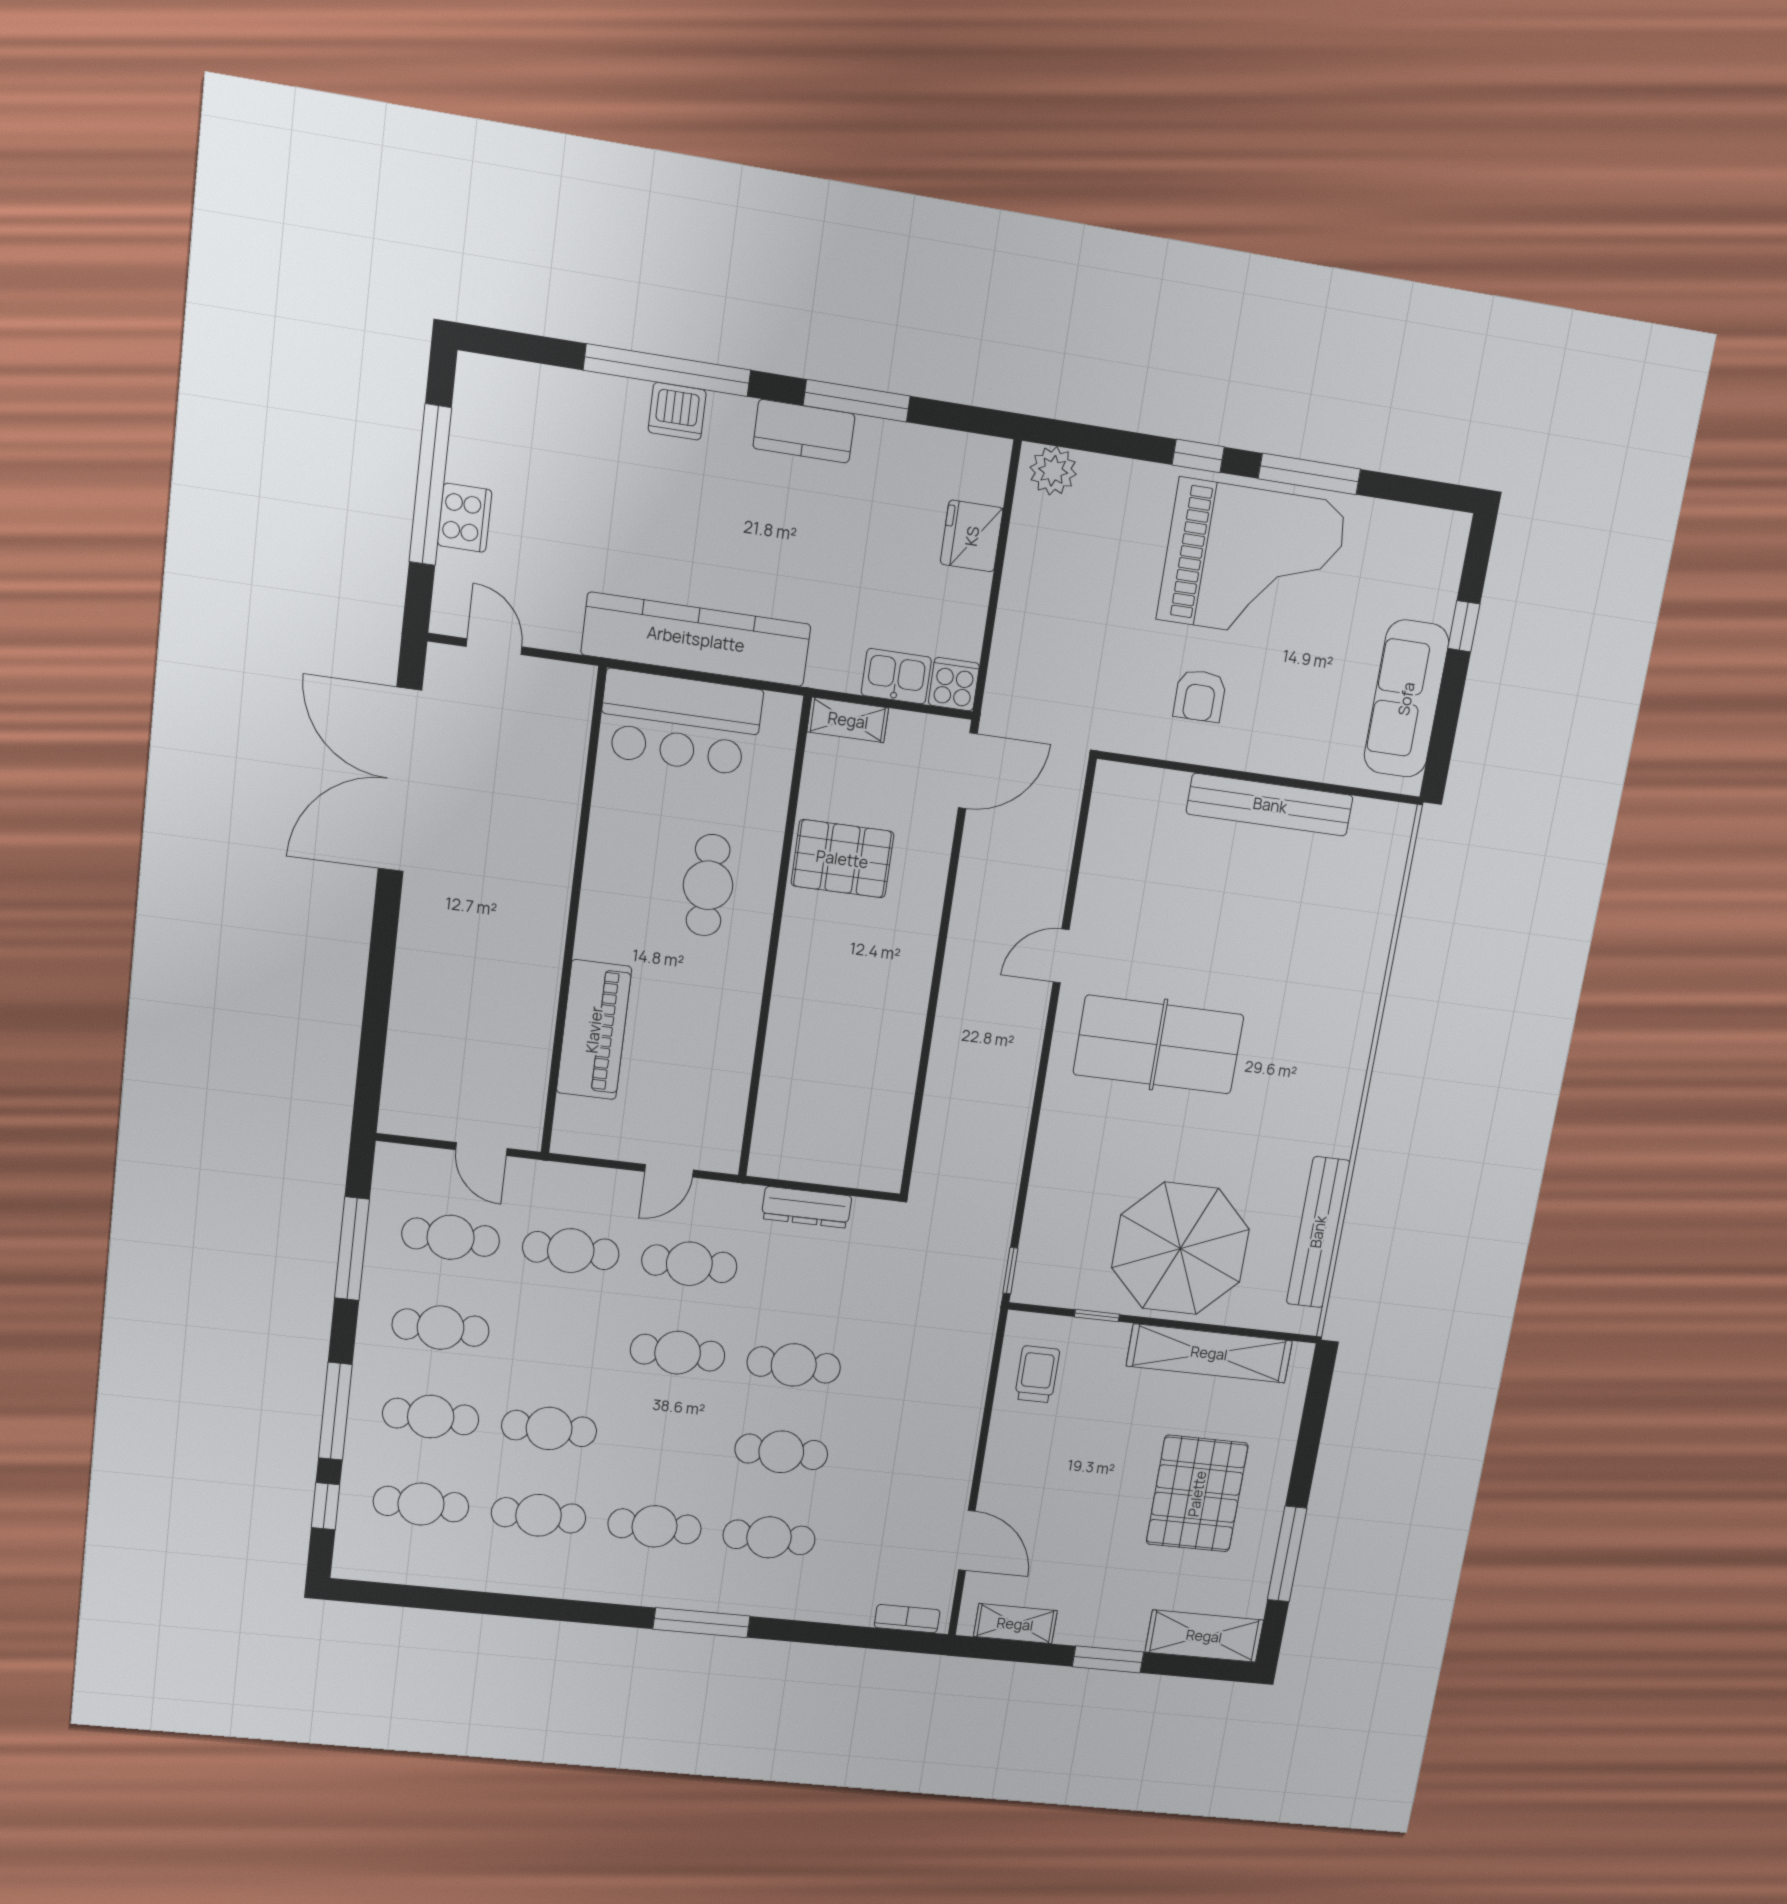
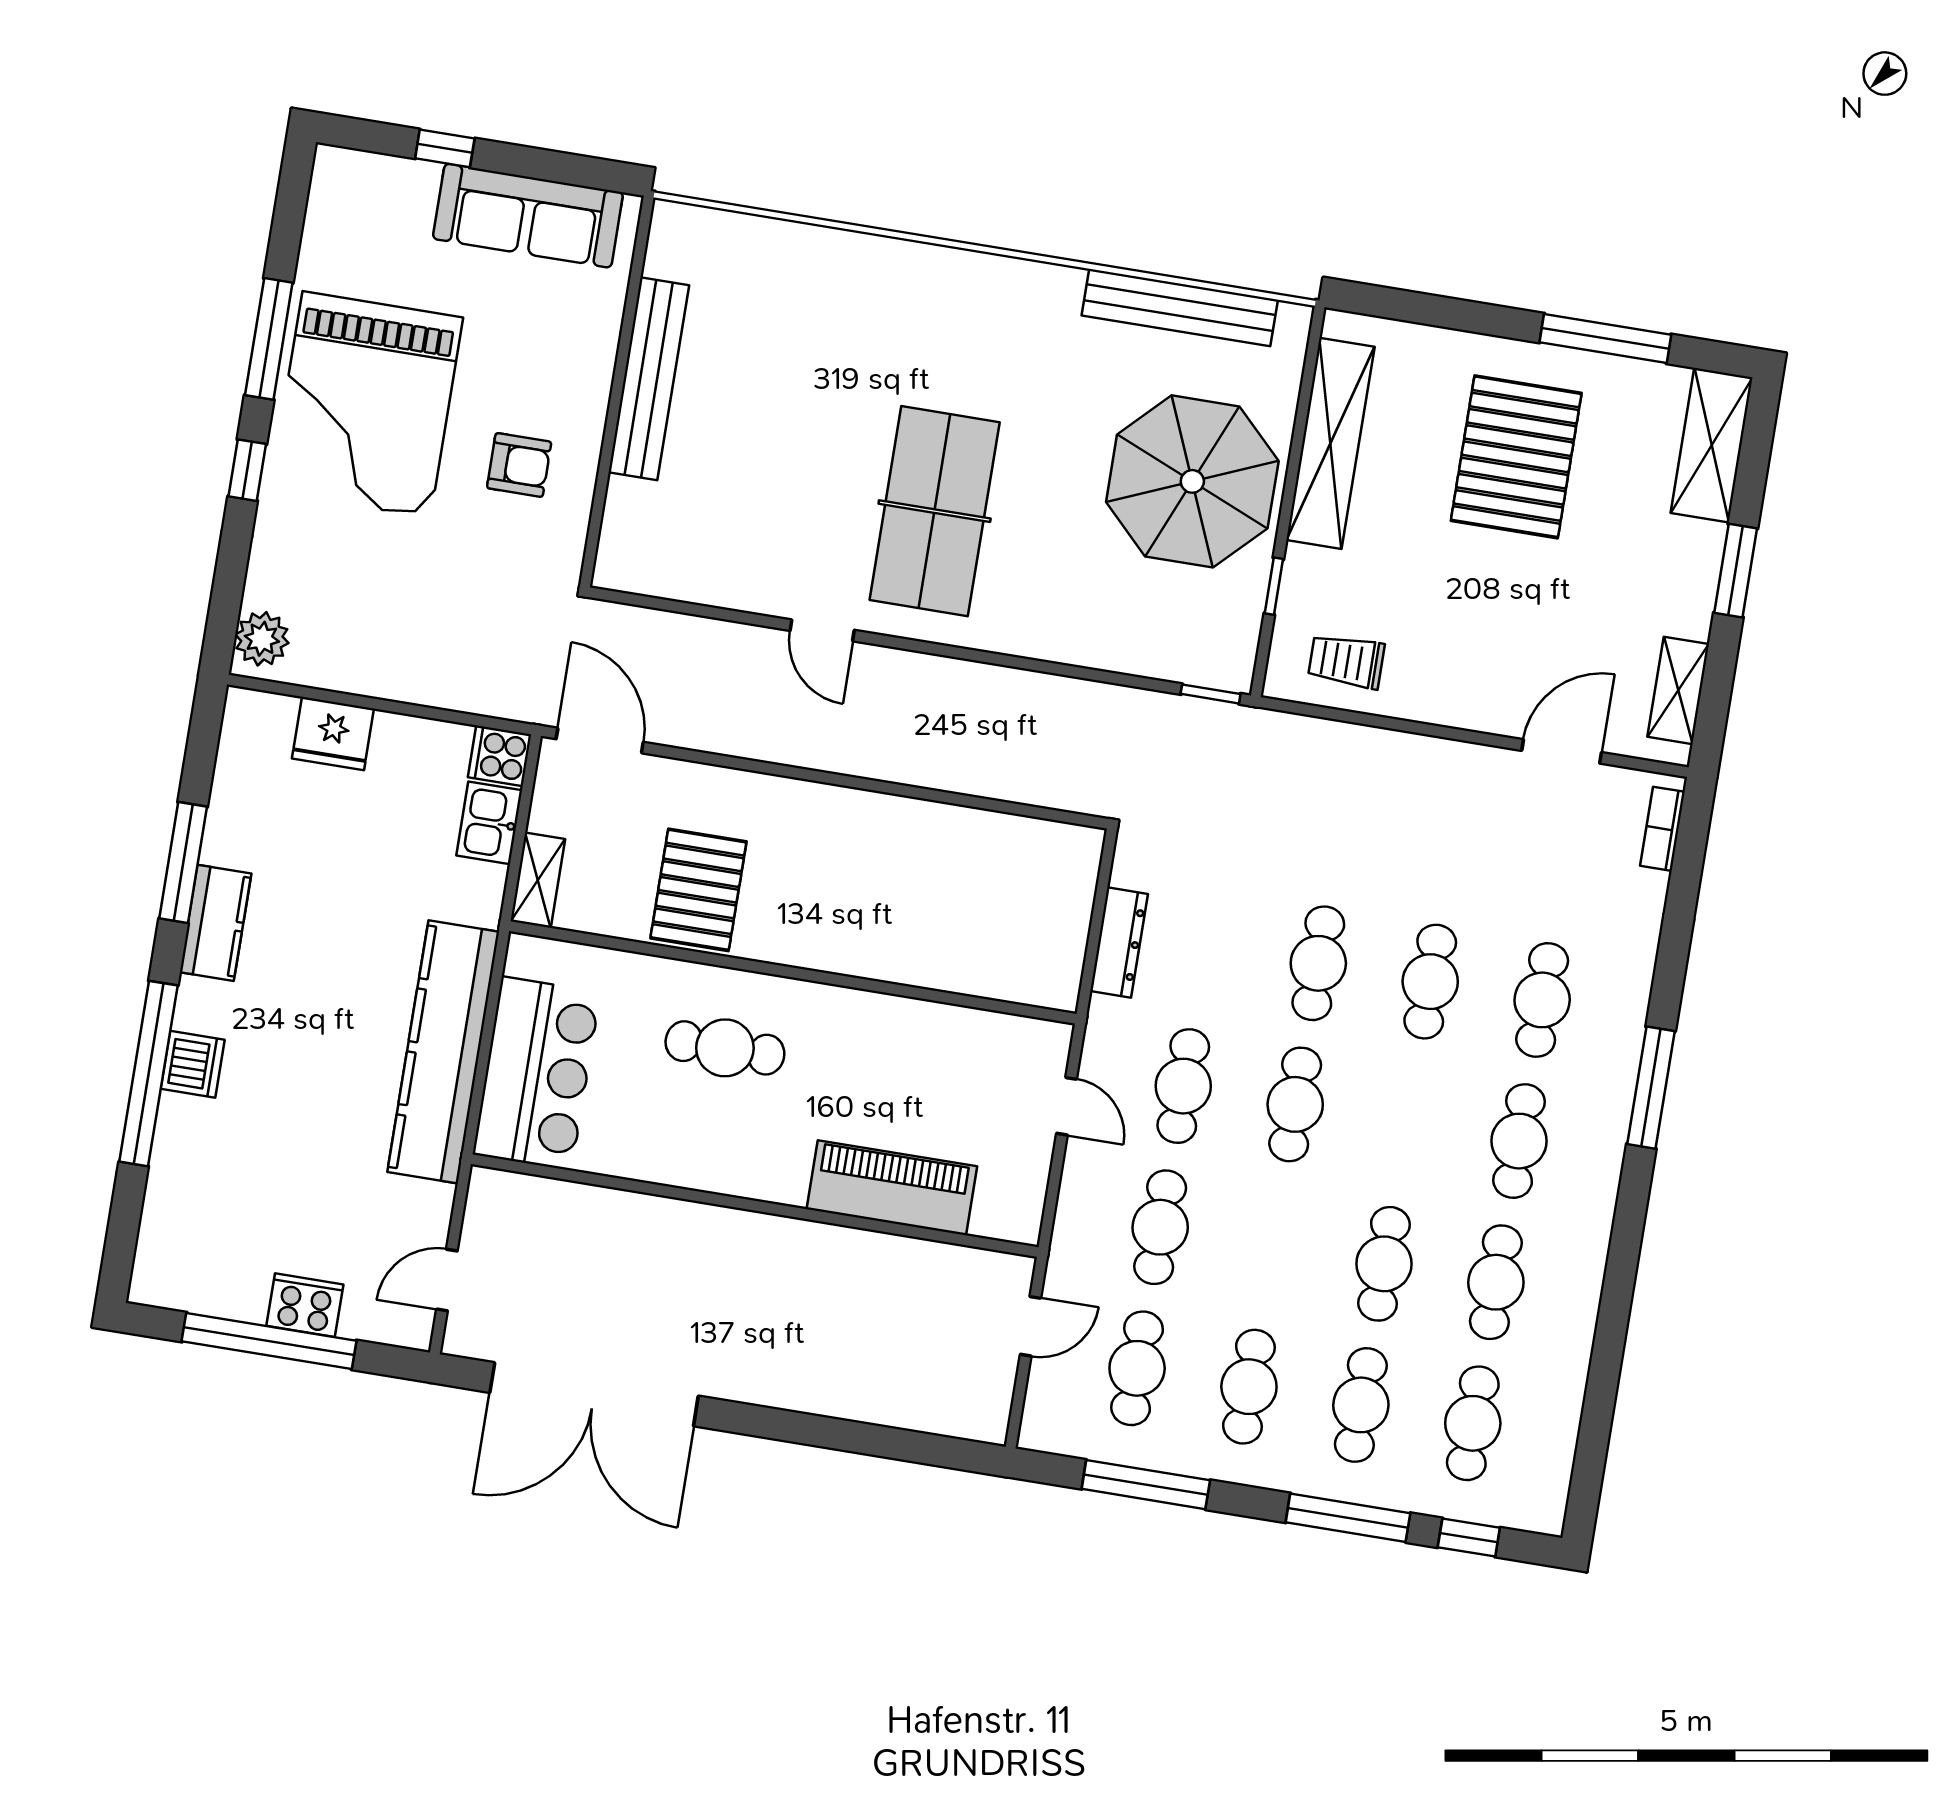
grand piano: (1252, 561) -> (366, 405), turned 180
pallet: (1197, 1494) -> (1516, 457), turned 90

